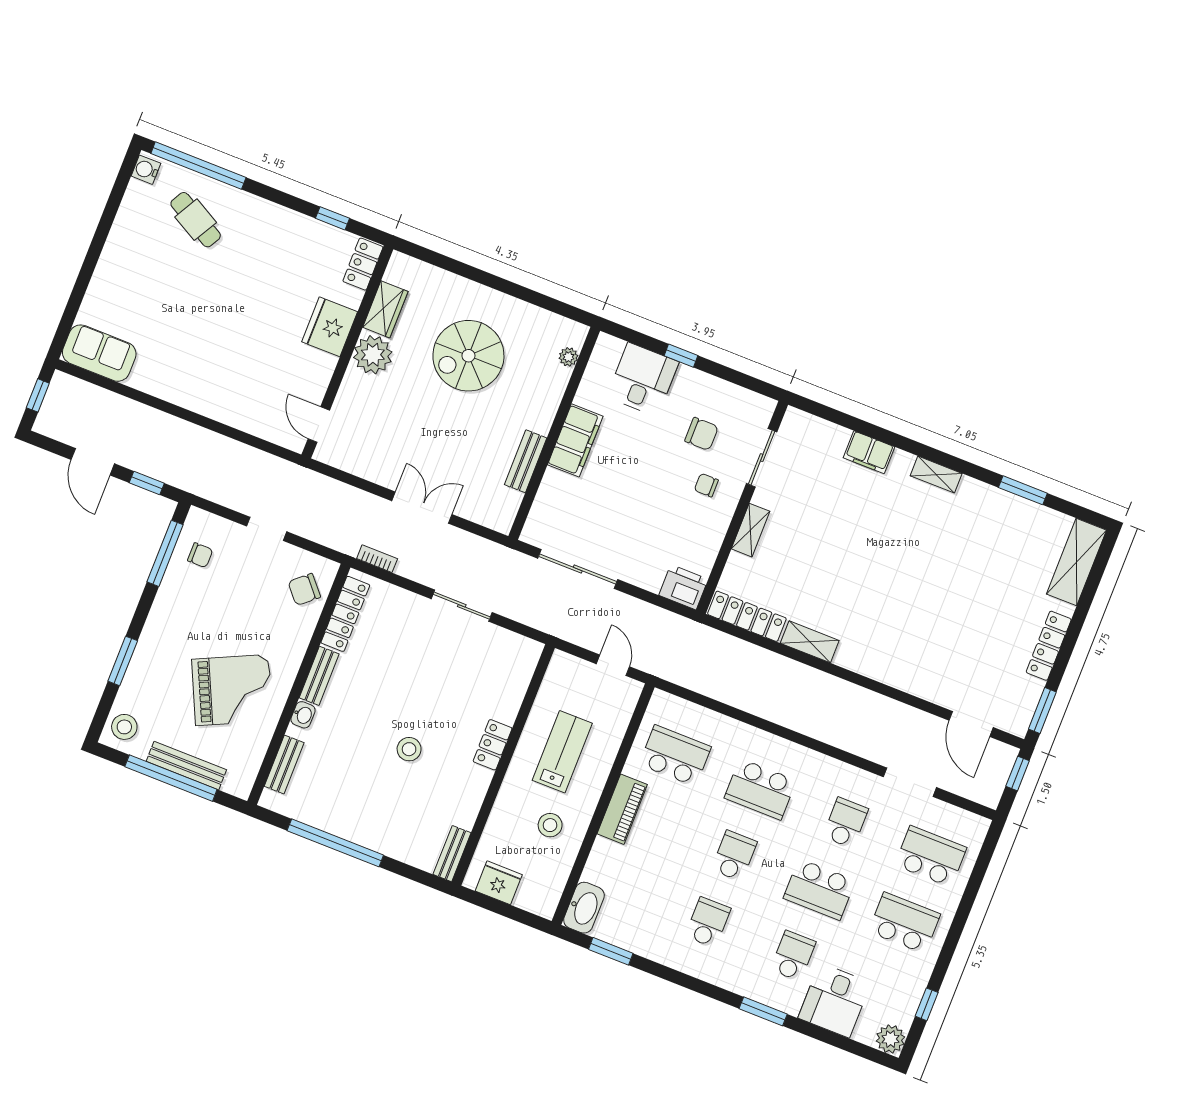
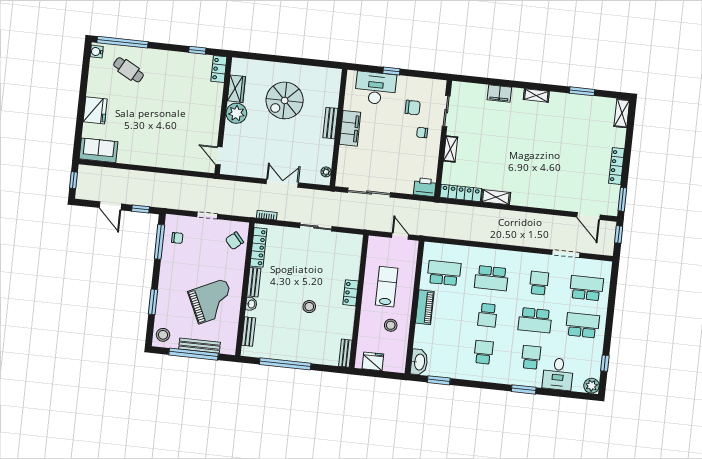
fridge: (330, 327) -> (95, 110), moved, turned 180
plant: (568, 357) -> (326, 172), moved
desk: (643, 379) -> (376, 88), width x1.37
bench: (526, 461) -> (330, 123), moved
shelving: (1076, 562) -> (622, 113), width x0.67, depth x0.75
school desk: (734, 856) -> (487, 315), turned 180

